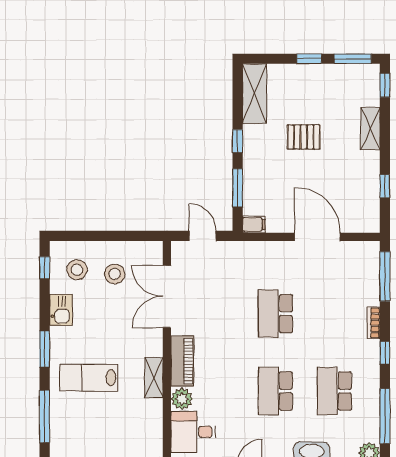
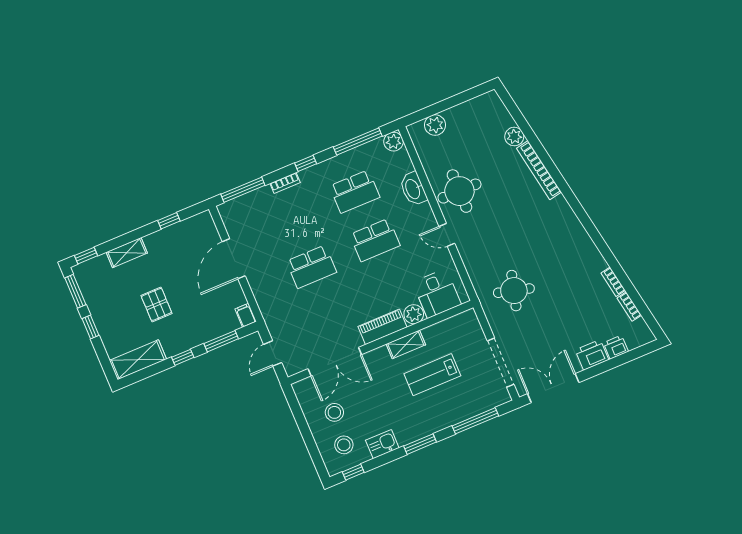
lab bench: (89, 378) -> (432, 375), moved, turned 90

